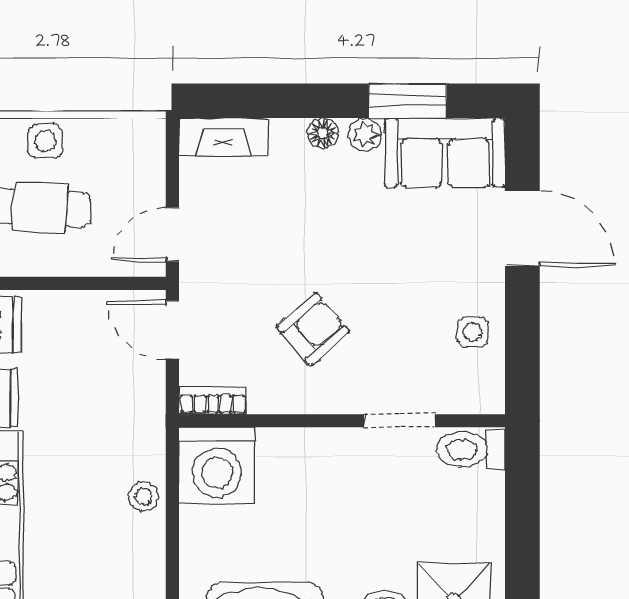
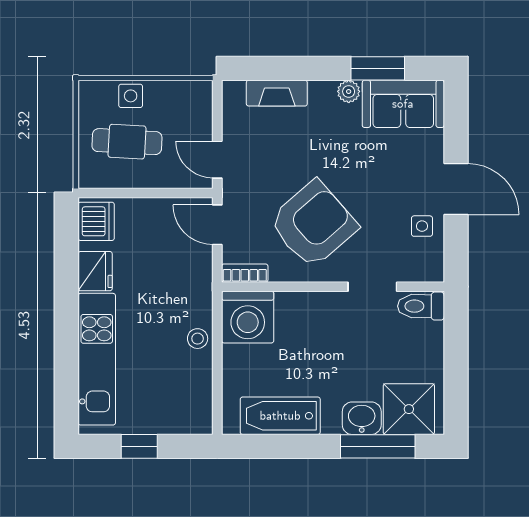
floor lamp: (323, 133) -> (320, 91), removed
fireplace: (223, 137) -> (277, 93), moved
door: (522, 229) -> (456, 189), moved
door: (172, 234) -> (217, 160), hinge flipped
armchair: (313, 329) -> (313, 224), width x1.88, depth x1.88

